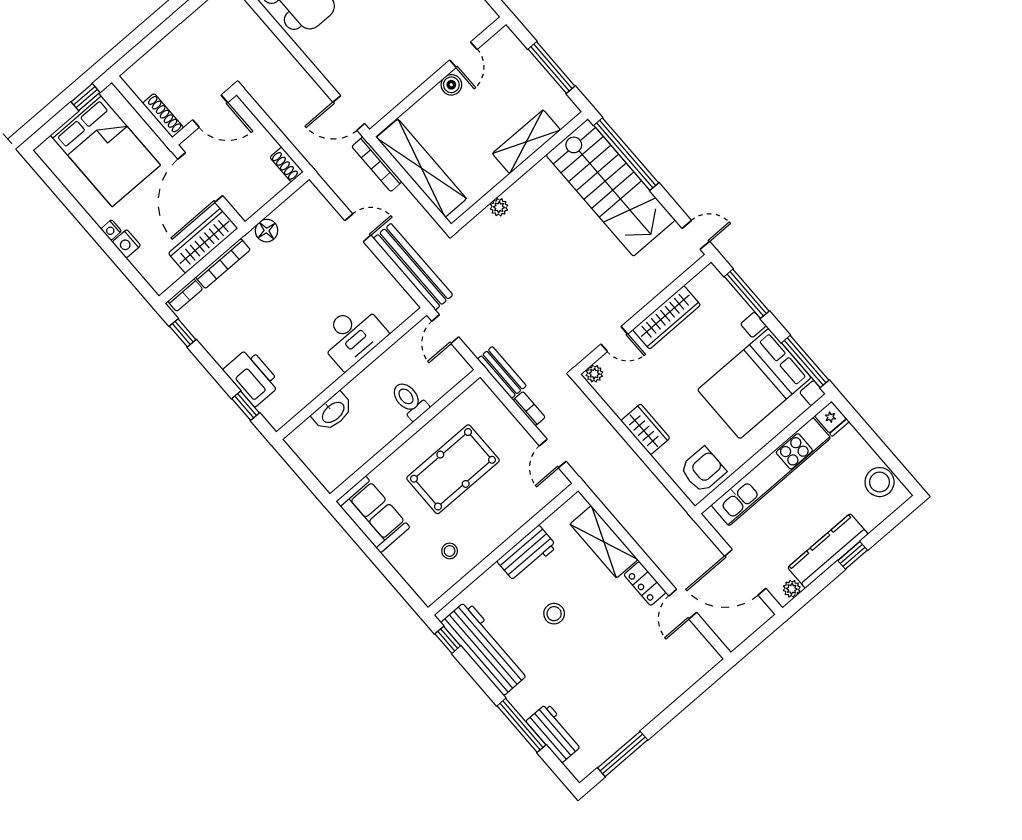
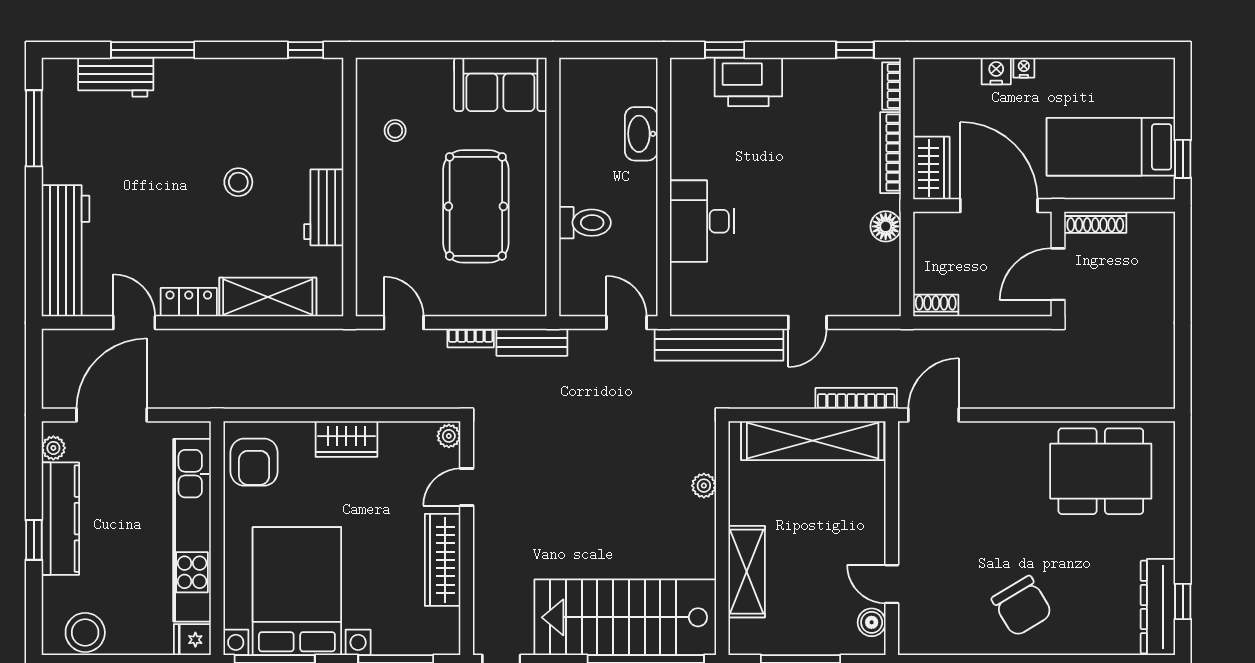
boiler: (451, 85) -> (872, 622), moved
bed: (105, 150) -> (1111, 147), width x0.67
wardrobe: (203, 241) -> (931, 168), width x0.67
workbench: (485, 648) -> (65, 251), moved, turned -90

